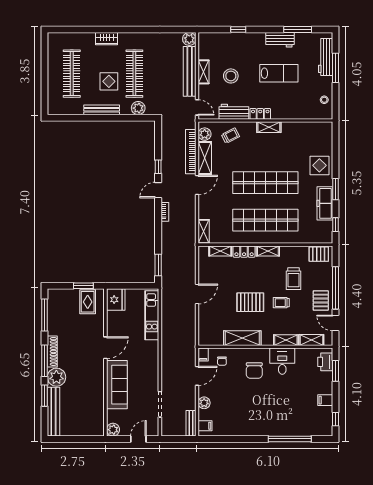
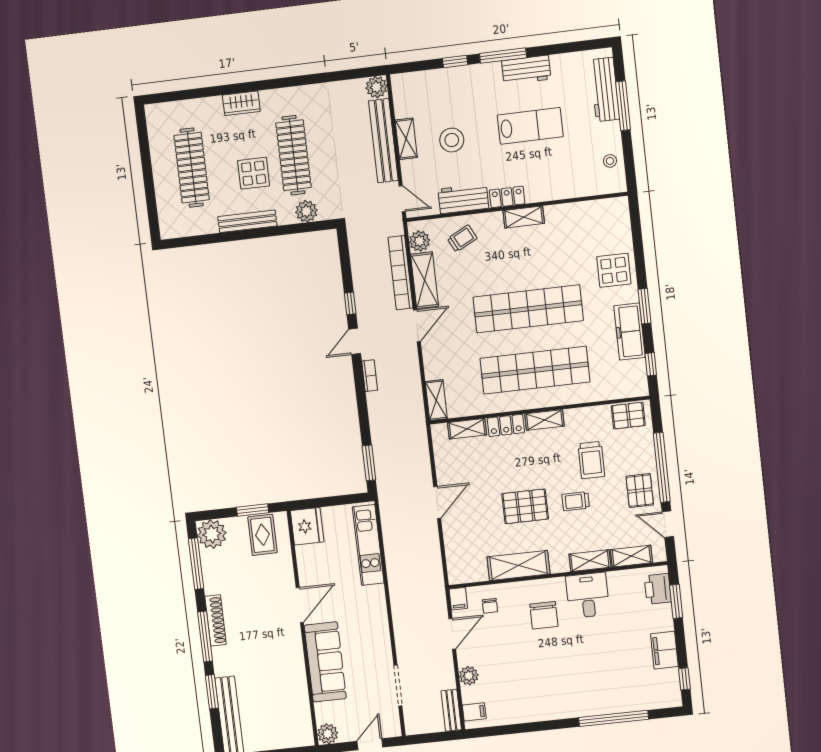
window: (298, 30) -> (503, 56), moved
plant: (56, 377) -> (212, 534), moved
filing cabinet: (325, 400) -> (664, 650), width x2.00

